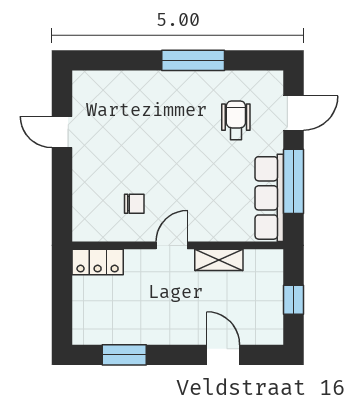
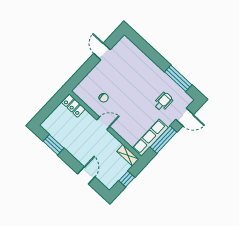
window: (193, 60) -> (178, 78), moved
shelving: (219, 260) -> (128, 155), moved

